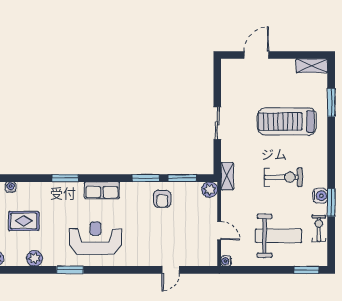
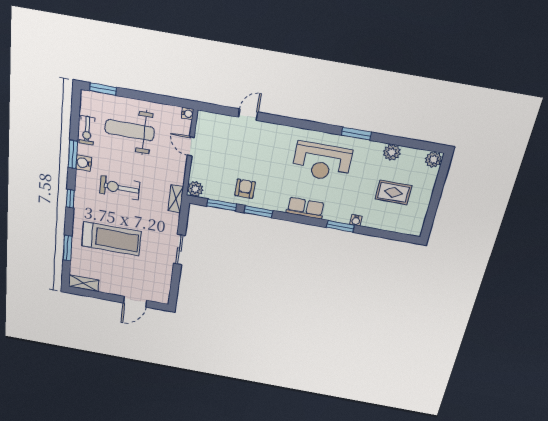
window: (331, 157) -> (70, 199), added
water cooler: (11, 187) -> (356, 220), moved

